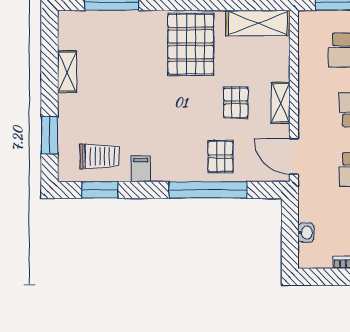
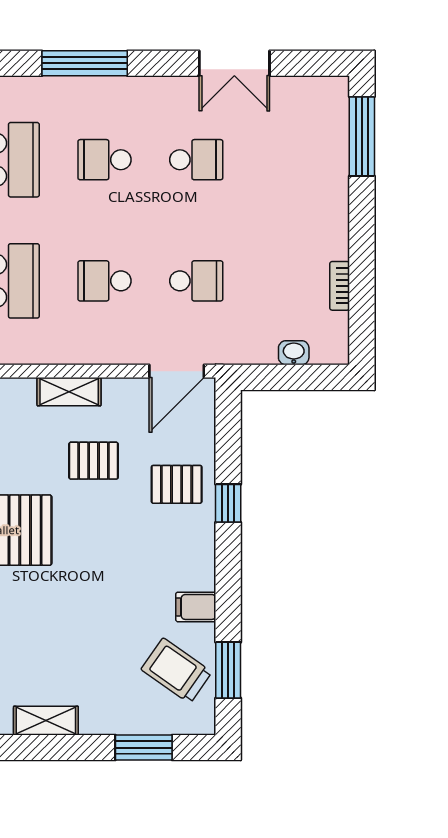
shelving: (281, 103) -> (69, 392), moved
trolley: (99, 156) -> (176, 671), turned -55
window: (208, 190) -> (228, 503), width x0.32

